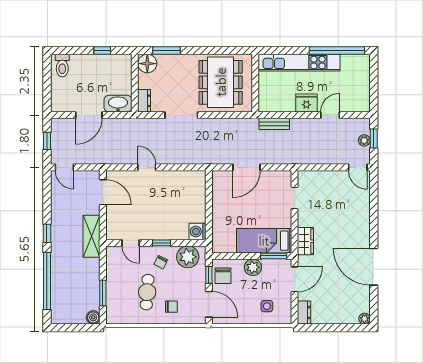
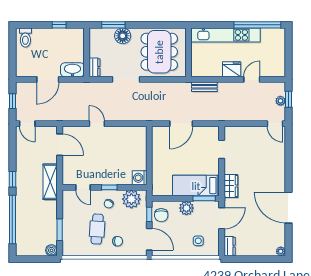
floor lamp: (147, 64) -> (123, 36), moved

